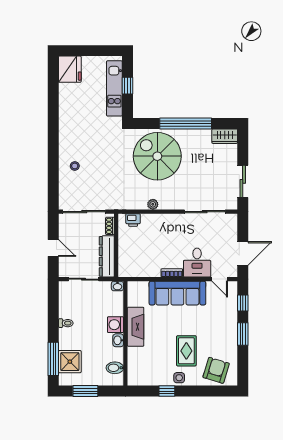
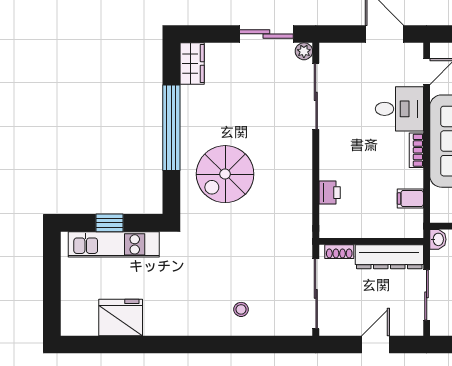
fridge: (70, 69) -> (121, 317), moved
spiral stairs: (157, 156) -> (225, 174), width x0.73, depth x0.73
plant: (153, 204) -> (304, 51), moved
printer: (133, 220) -> (330, 193), moved
filing cabinet: (142, 269) -> (410, 199), added

